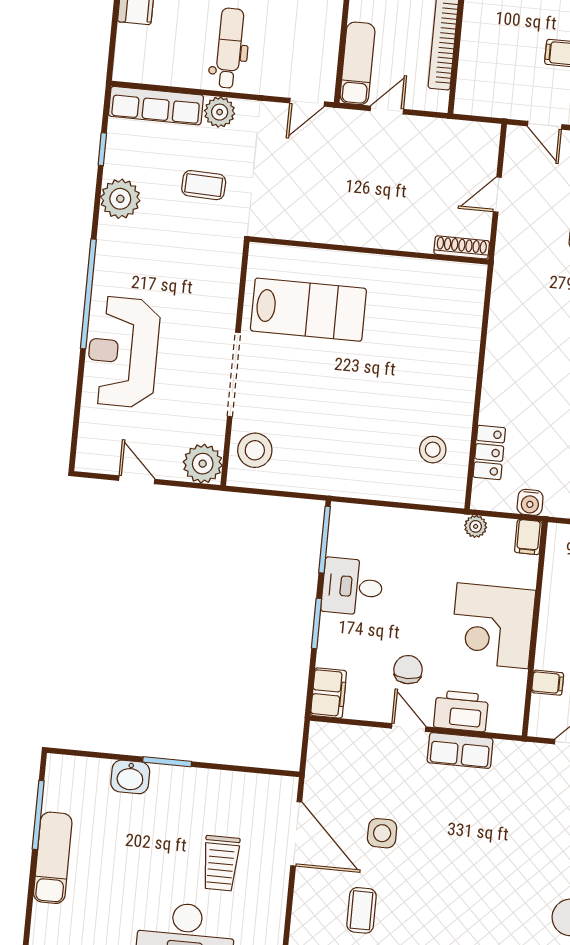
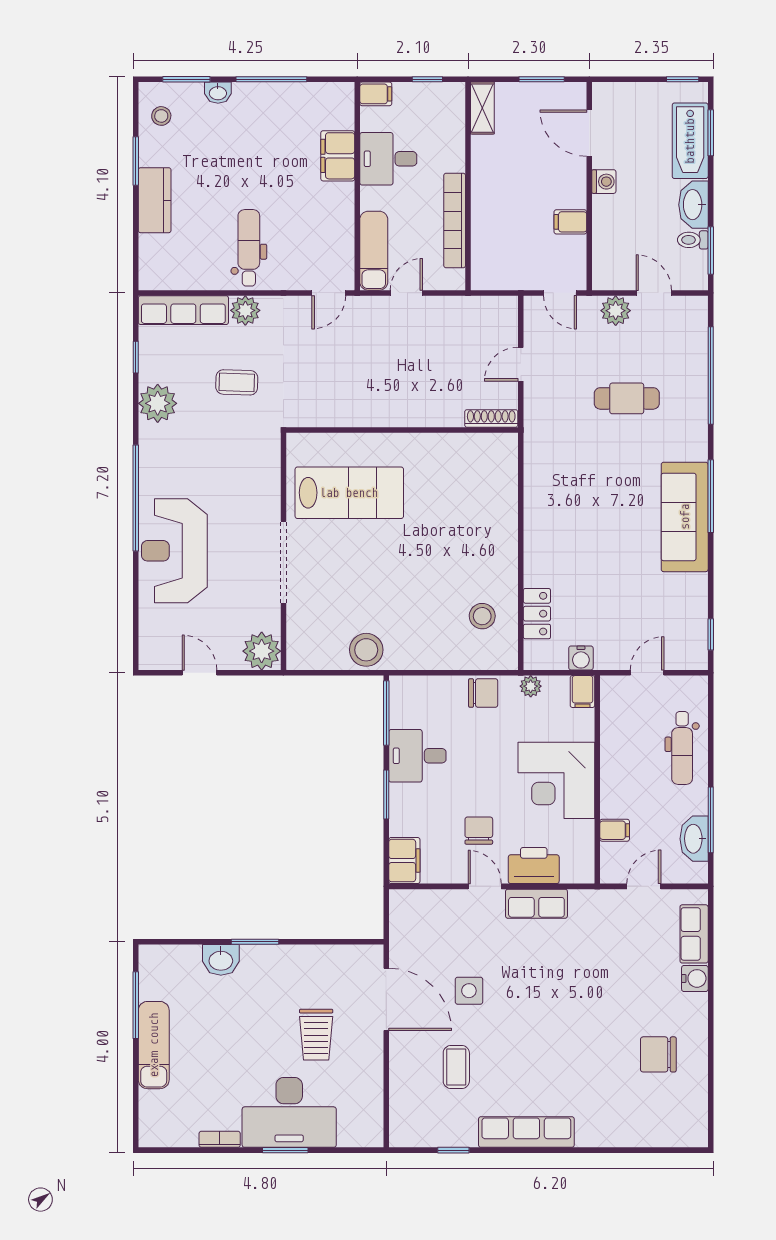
stool: (255, 450) -> (366, 650), moved
chair: (426, 529) -> (483, 693), added

